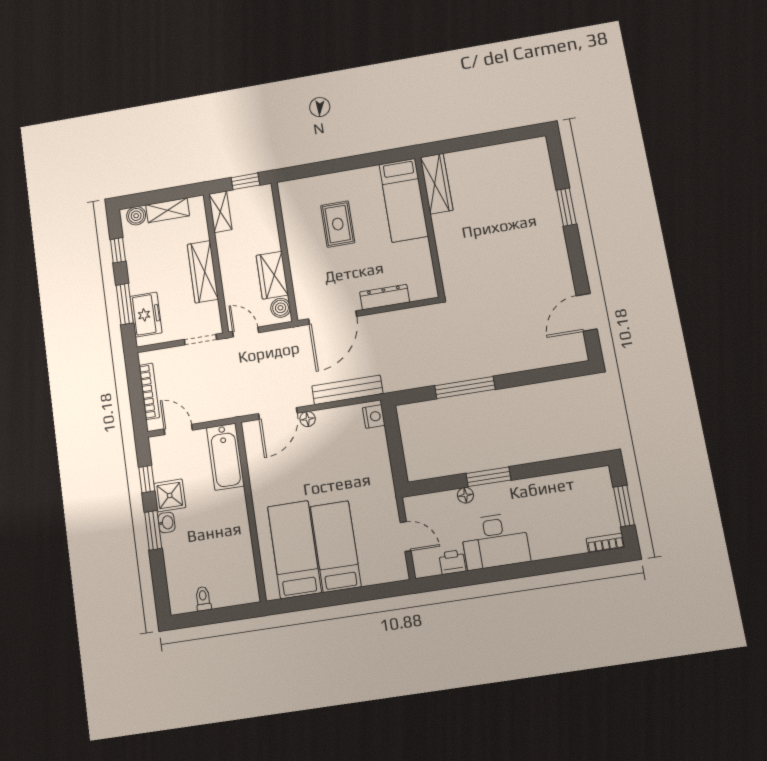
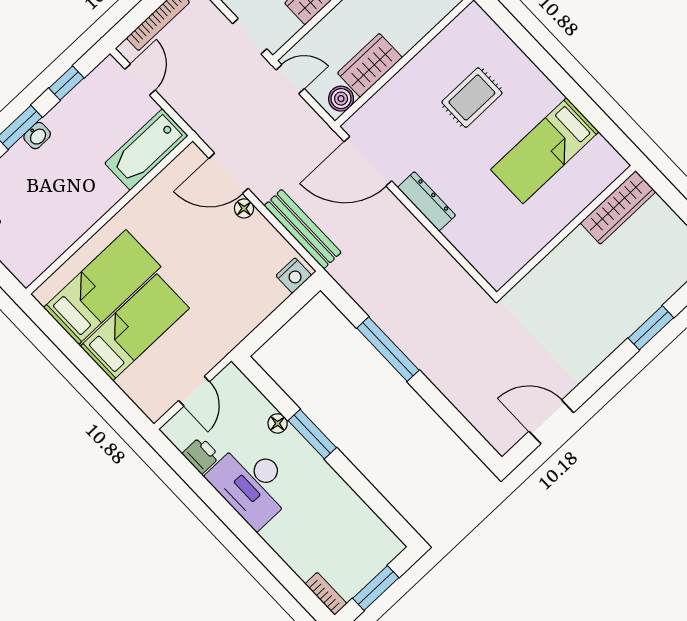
wardrobe: (437, 184) -> (618, 207), moved
wall: (430, 227) -> (566, 232), moved
door: (246, 332) -> (290, 79), hinge flipped
shower: (170, 495) -> (67, 119), removed

